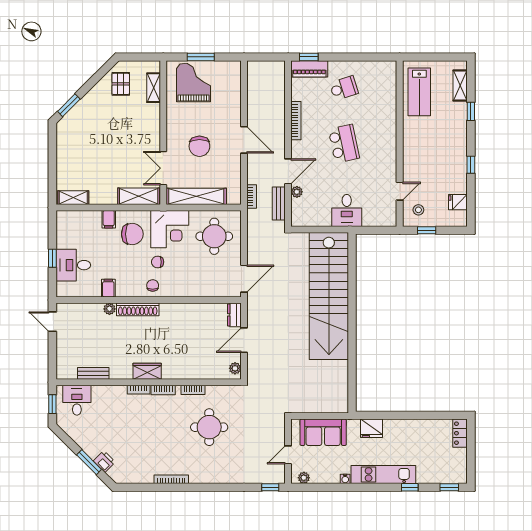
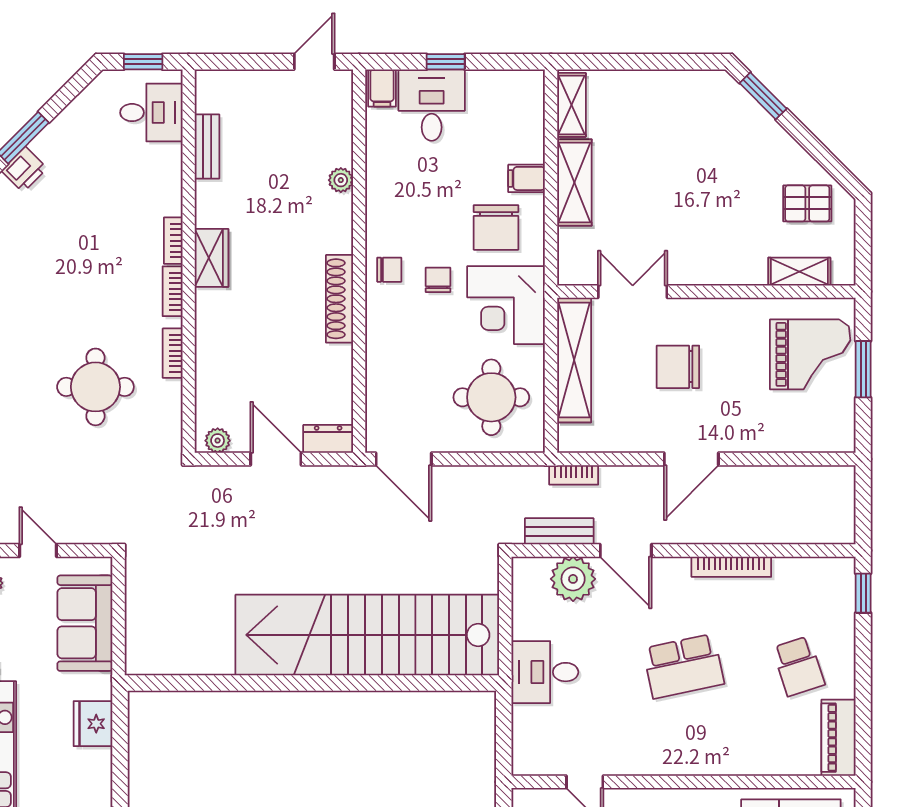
piano: (309, 69) -> (838, 738), moved
plant: (297, 192) -> (573, 579), width x1.88, depth x1.88
shelving: (139, 196) -> (574, 182), moved
filing cabinet: (108, 288) -> (382, 88), moved, turned 90
shoe rack: (138, 309) -> (340, 299), moved

